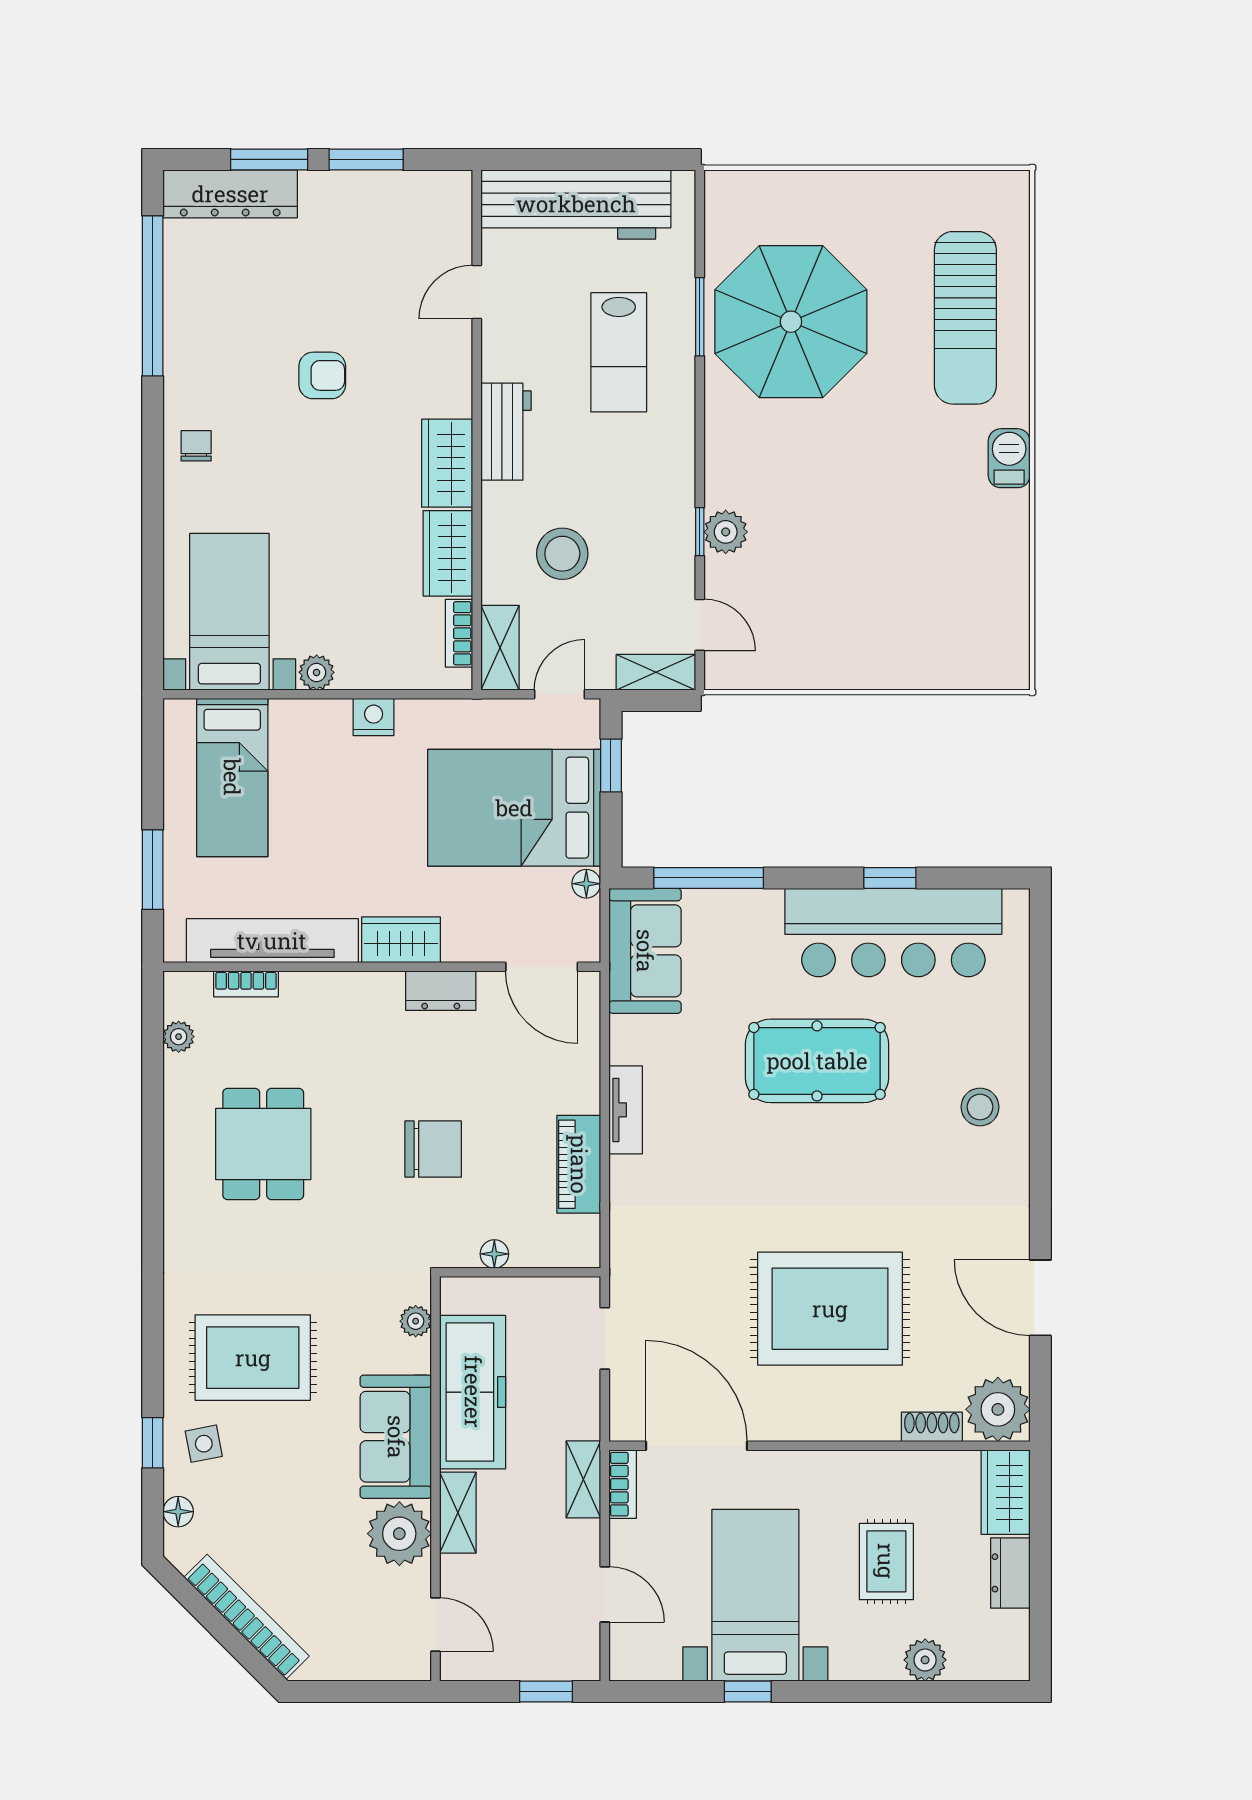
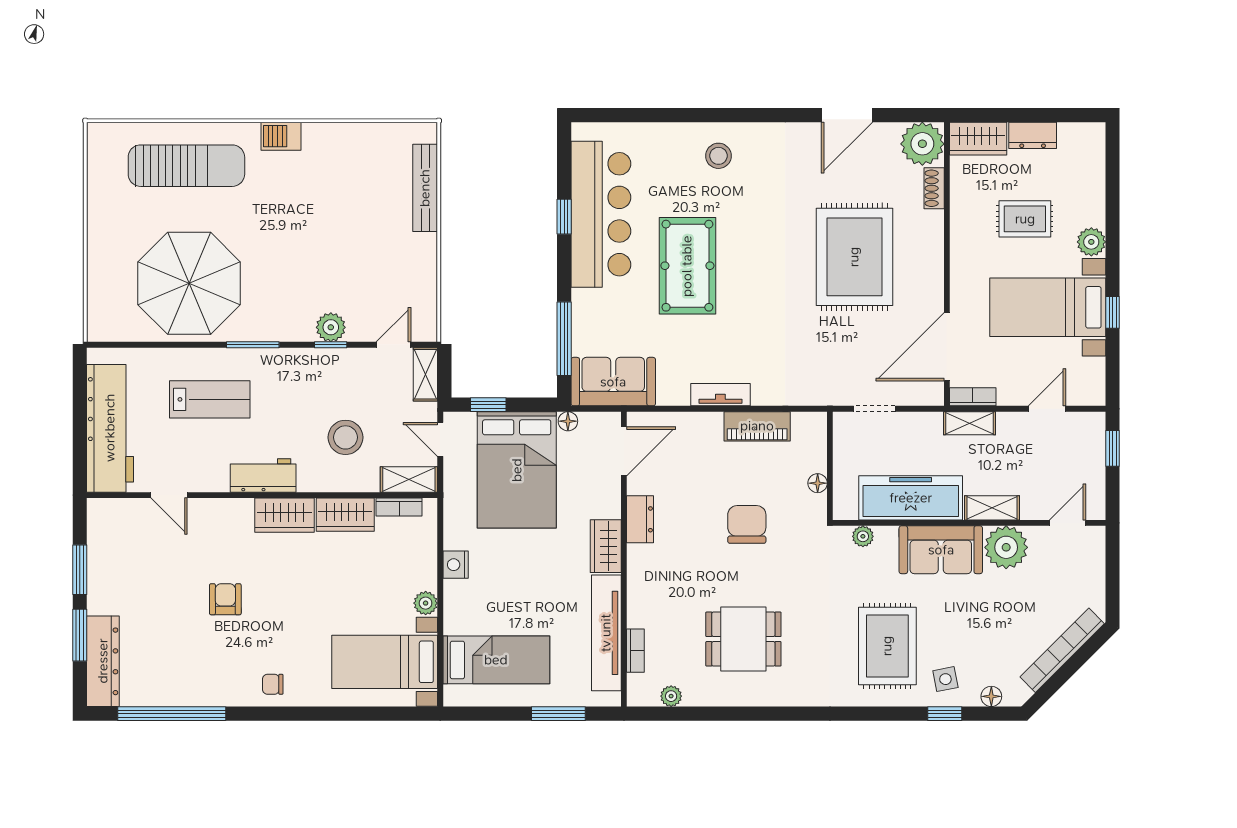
window: (700, 317) -> (253, 345), moved
bench: (932, 672) -> (425, 188), added
plant: (925, 1660) -> (1091, 242), moved

